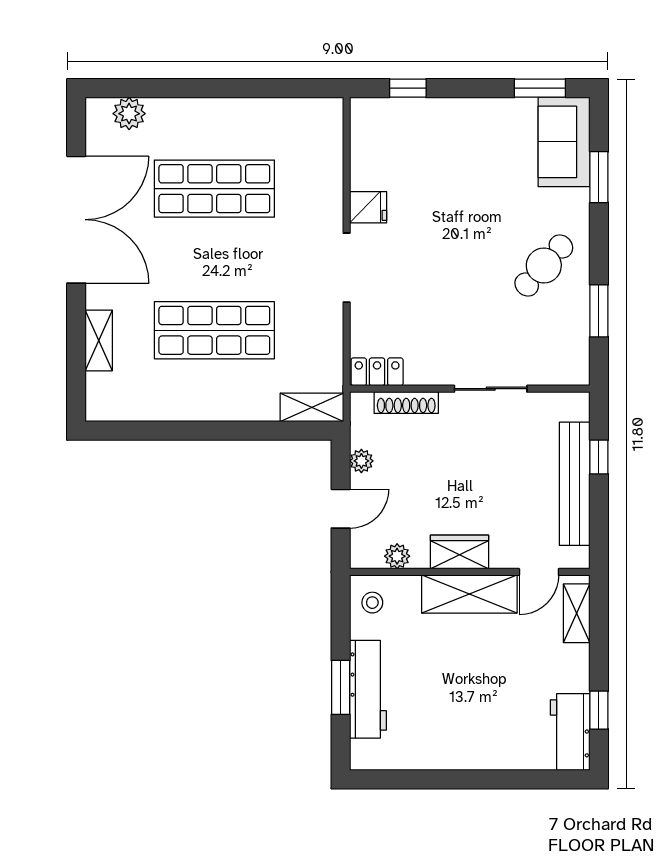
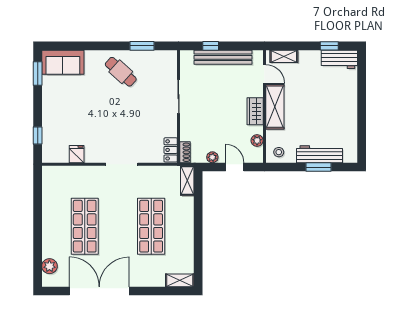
window: (599, 177) -> (79, 46), removed
fridge: (368, 207) -> (77, 154), moved
shelving: (99, 340) -> (180, 280), moved
shoe rack: (406, 403) -> (185, 152), moved, width x0.70

